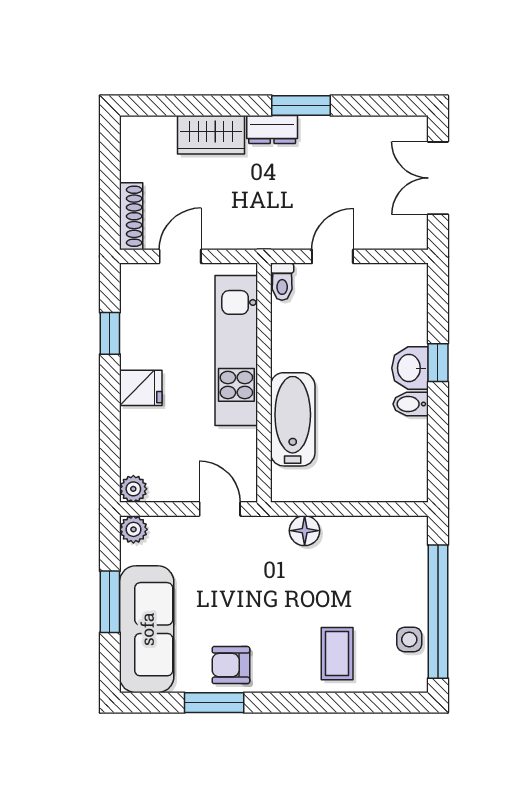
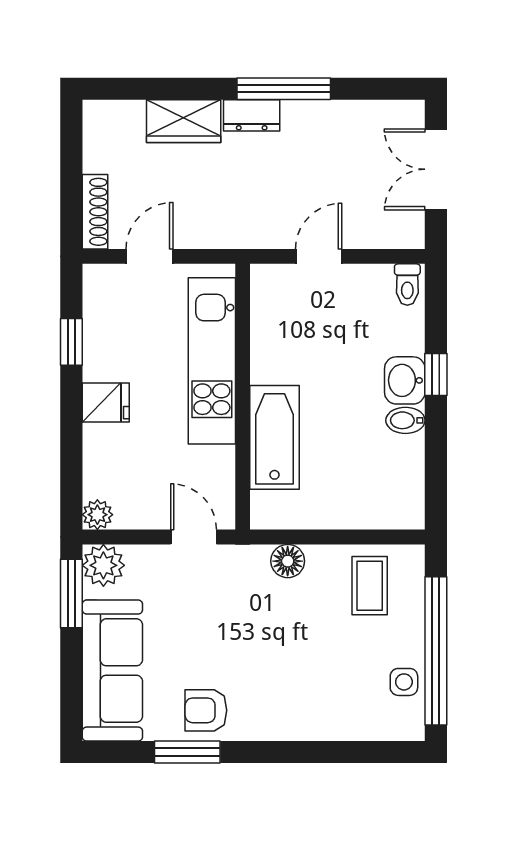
window: (301, 105) -> (284, 89), width x1.44
toilet: (282, 282) -> (407, 285), moved
plant: (133, 529) -> (103, 565), width x1.38, depth x1.38
window: (110, 602) -> (71, 593), moved
coffee table: (337, 654) -> (370, 586), moved

